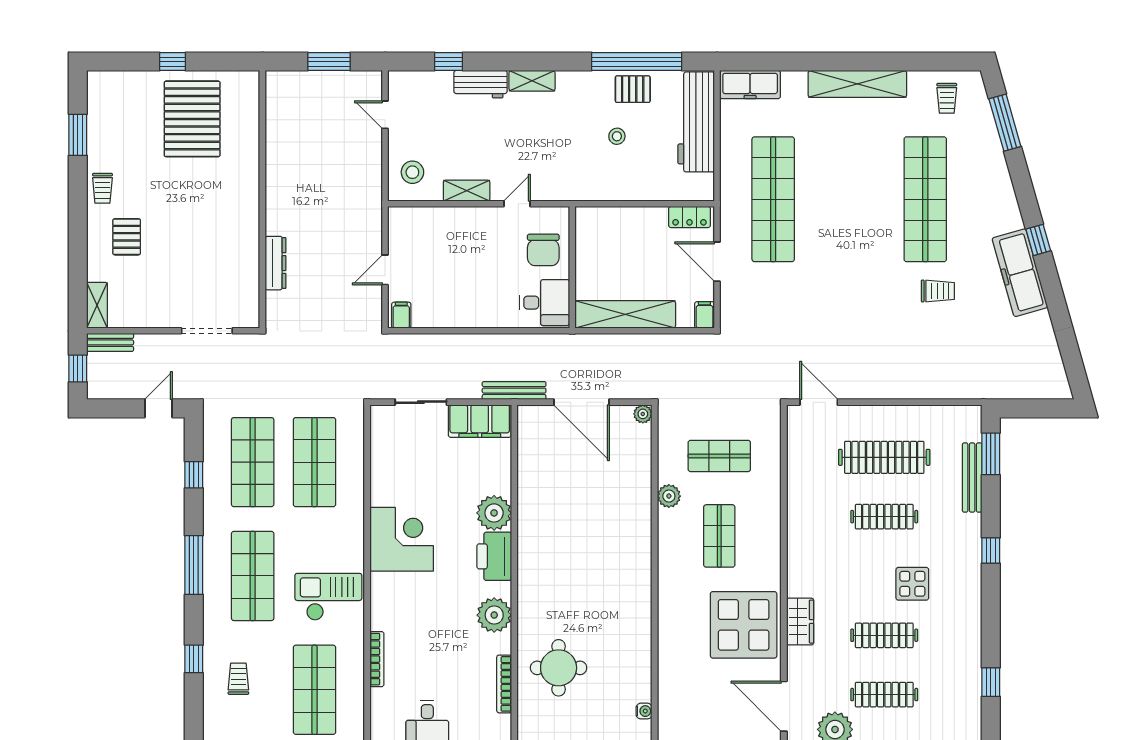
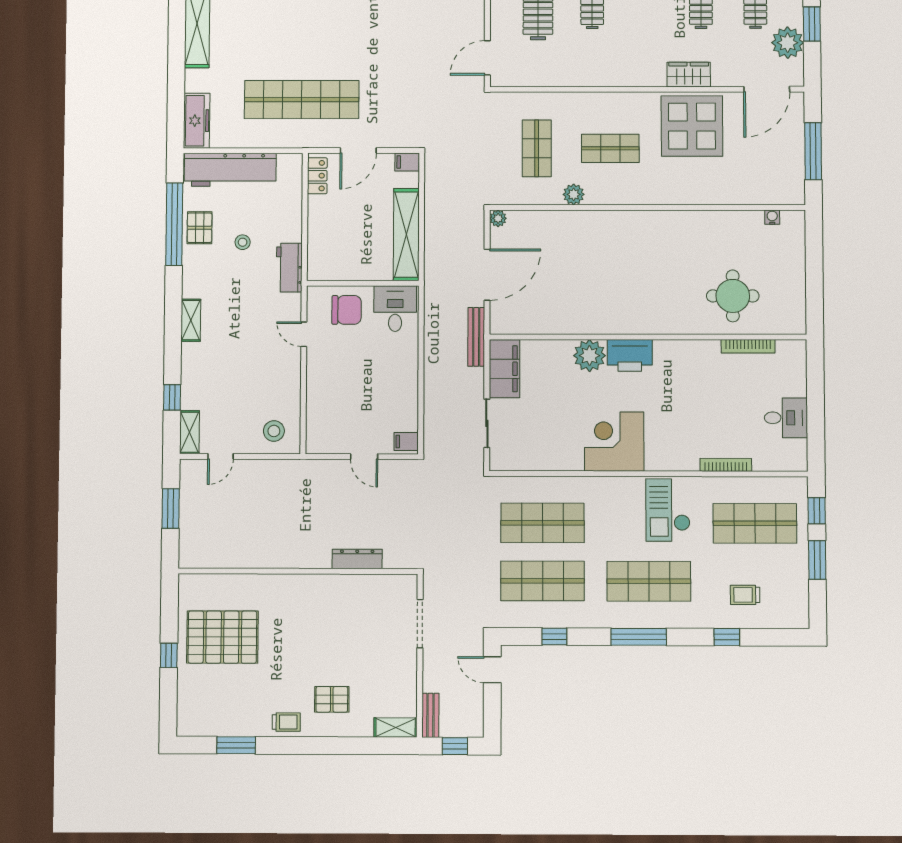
workbench: (481, 84) -> (289, 268), moved, turned 180
shelving: (467, 191) -> (190, 432), moved
plant: (494, 615) -> (684, 355), removed

